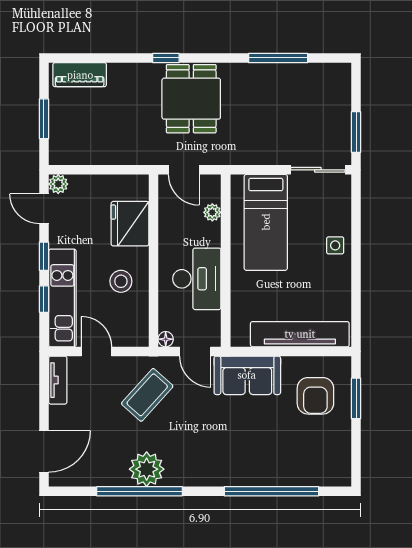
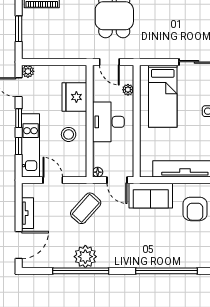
desk: (197, 279) -> (108, 122), moved, turned 180
tv unit: (58, 380) -> (28, 213), moved

